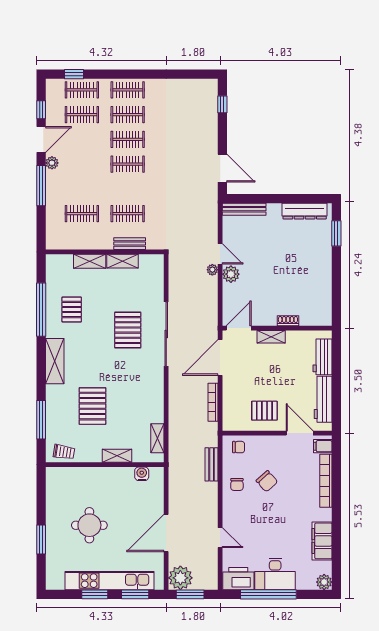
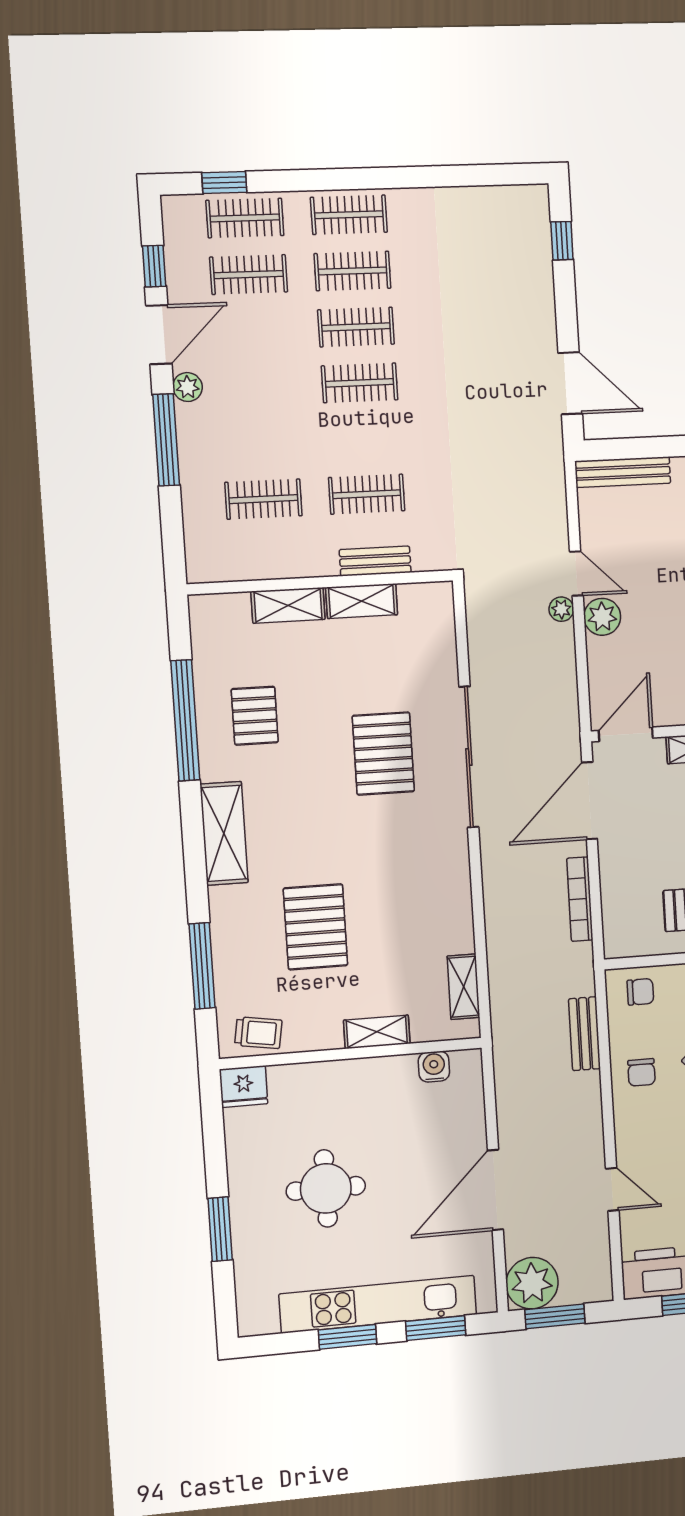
fridge: (56, 476) -> (244, 1087), added

